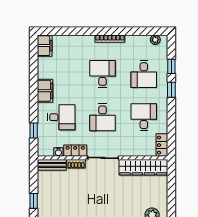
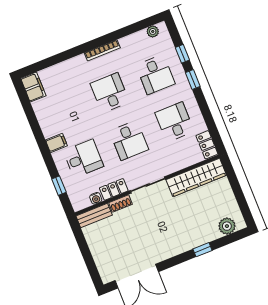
filing cabinet: (45, 91) -> (56, 143), width x0.50
window: (34, 201) -> (90, 263), removed

